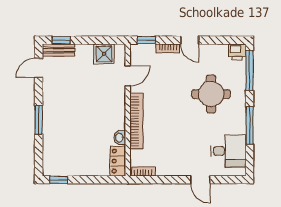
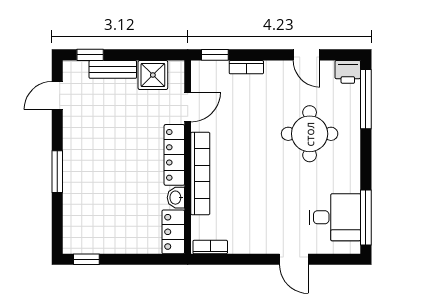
door: (190, 40) -> (307, 55), moved
bench: (59, 50) -> (113, 69), moved
locker: (119, 108) -> (174, 155), added
window: (250, 126) -> (366, 217), moved

